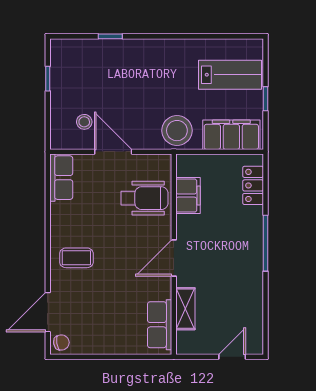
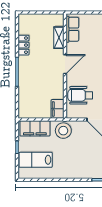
locker: (253, 185) -> (24, 45), moved
filing cabinet: (188, 196) -> (58, 109), moved
door: (232, 357) -> (35, 13), removed

